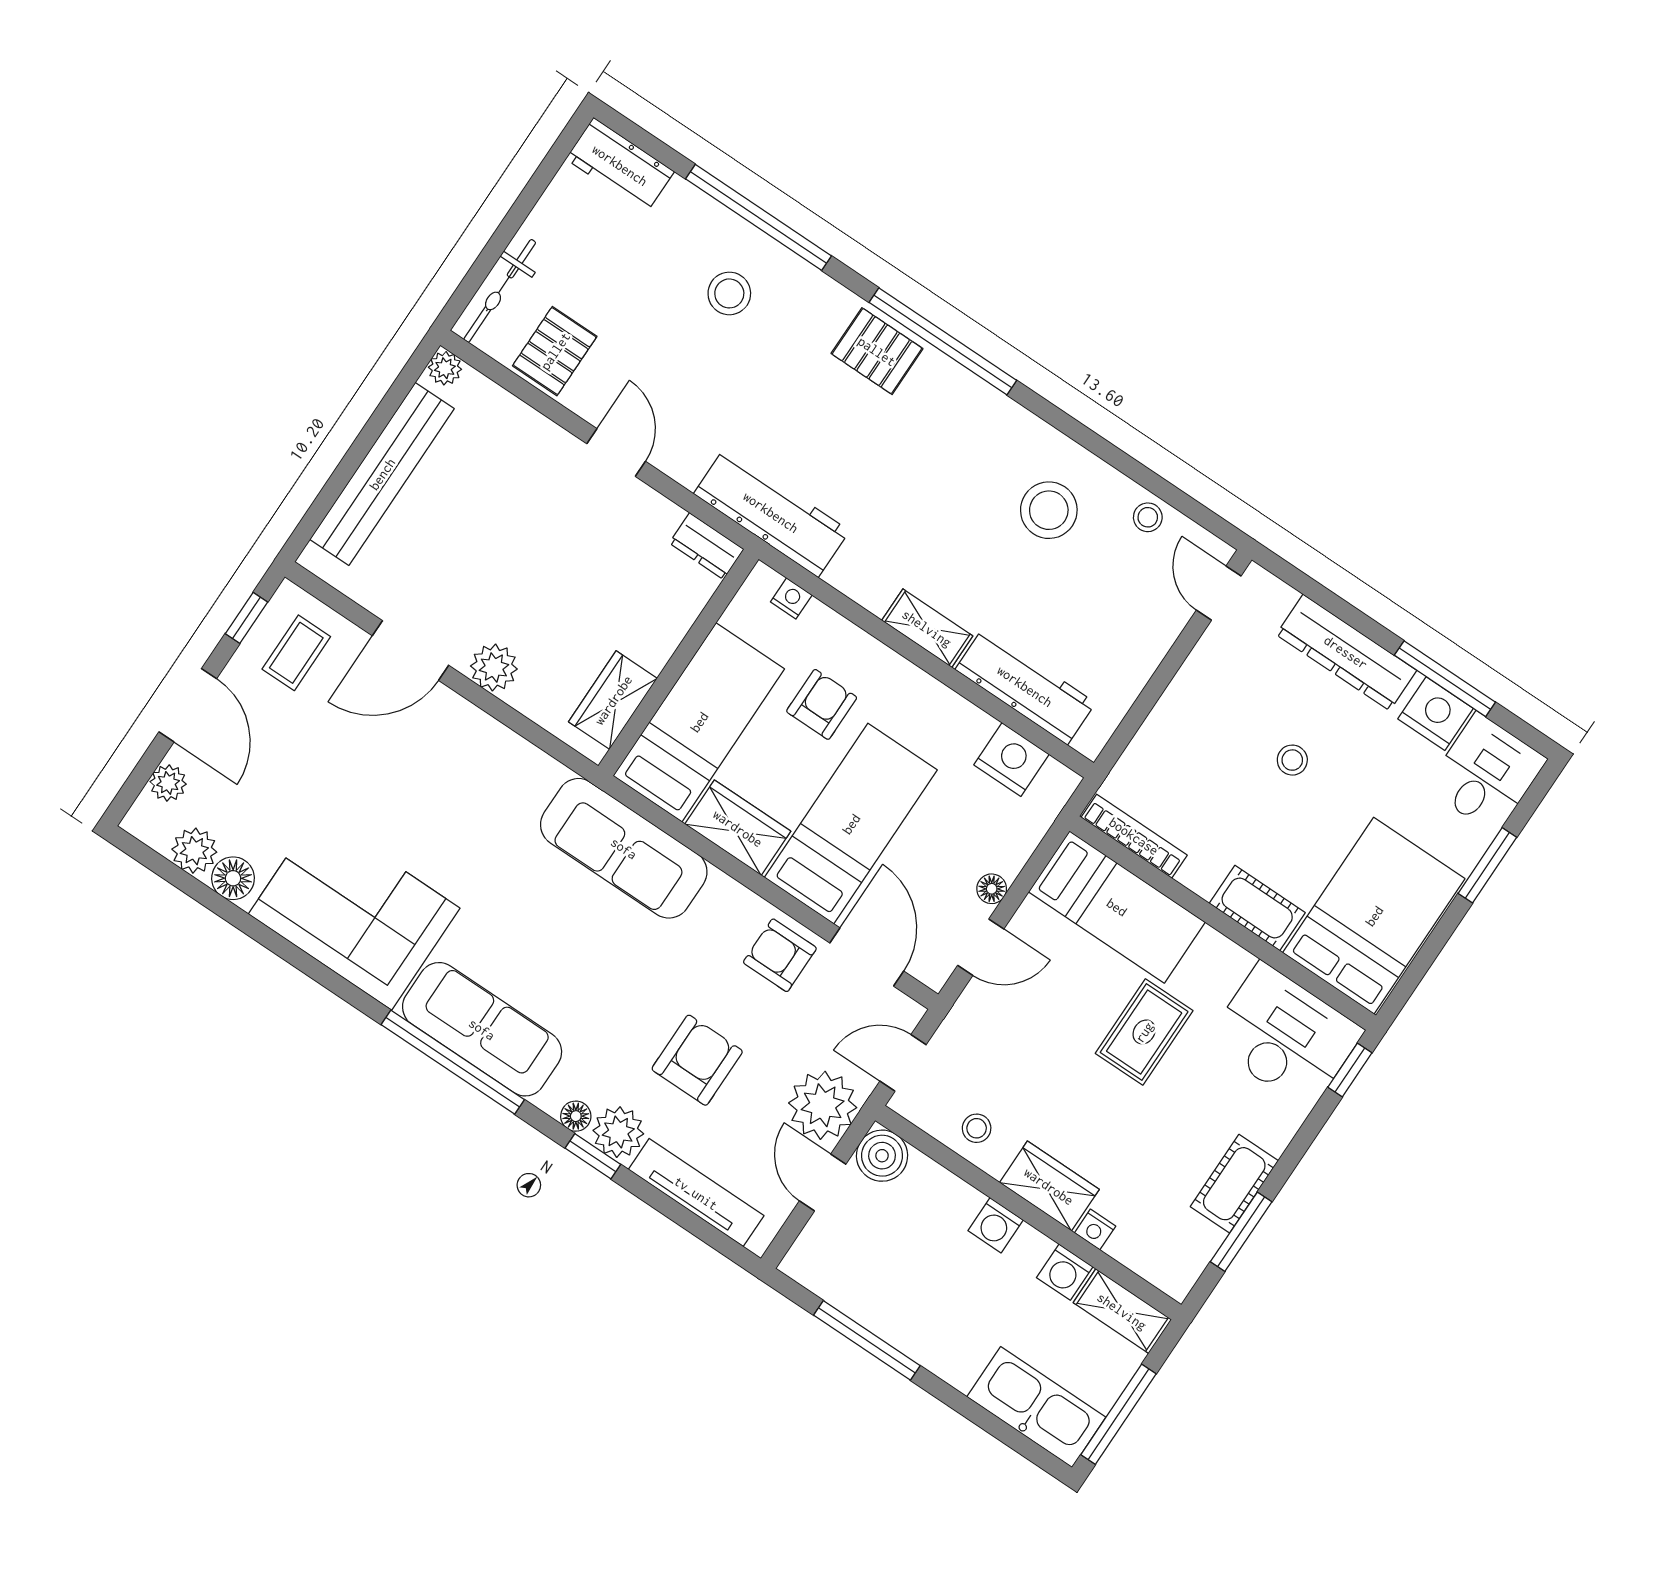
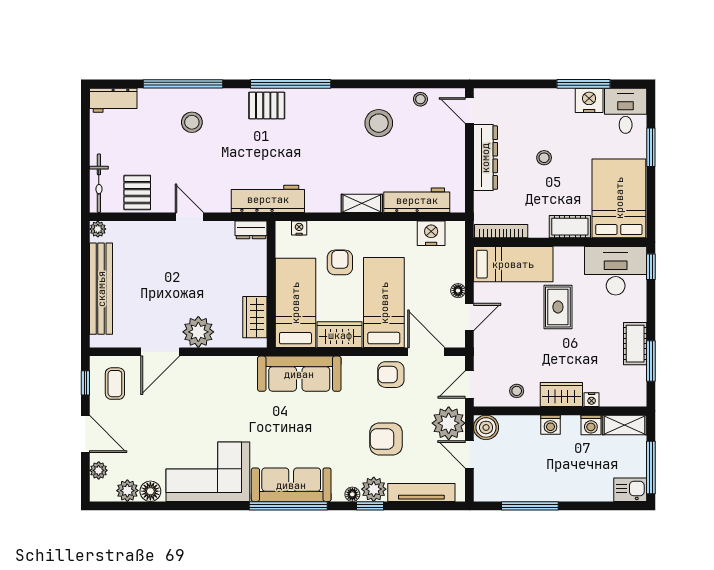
dresser: (1346, 652) -> (485, 158), moved, turned -90
plant: (494, 668) -> (198, 332), width x1.36, depth x1.36
armchair: (697, 1060) -> (386, 439), turned -90
kitchen sink: (1036, 1407) -> (630, 490), width x0.53, depth x0.81

